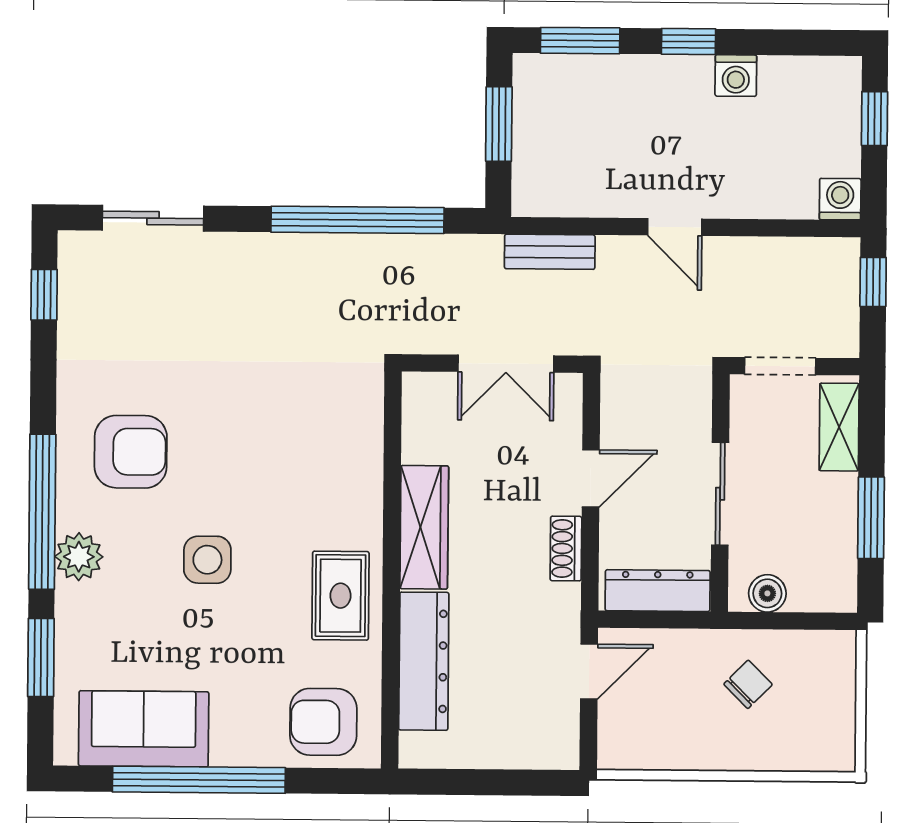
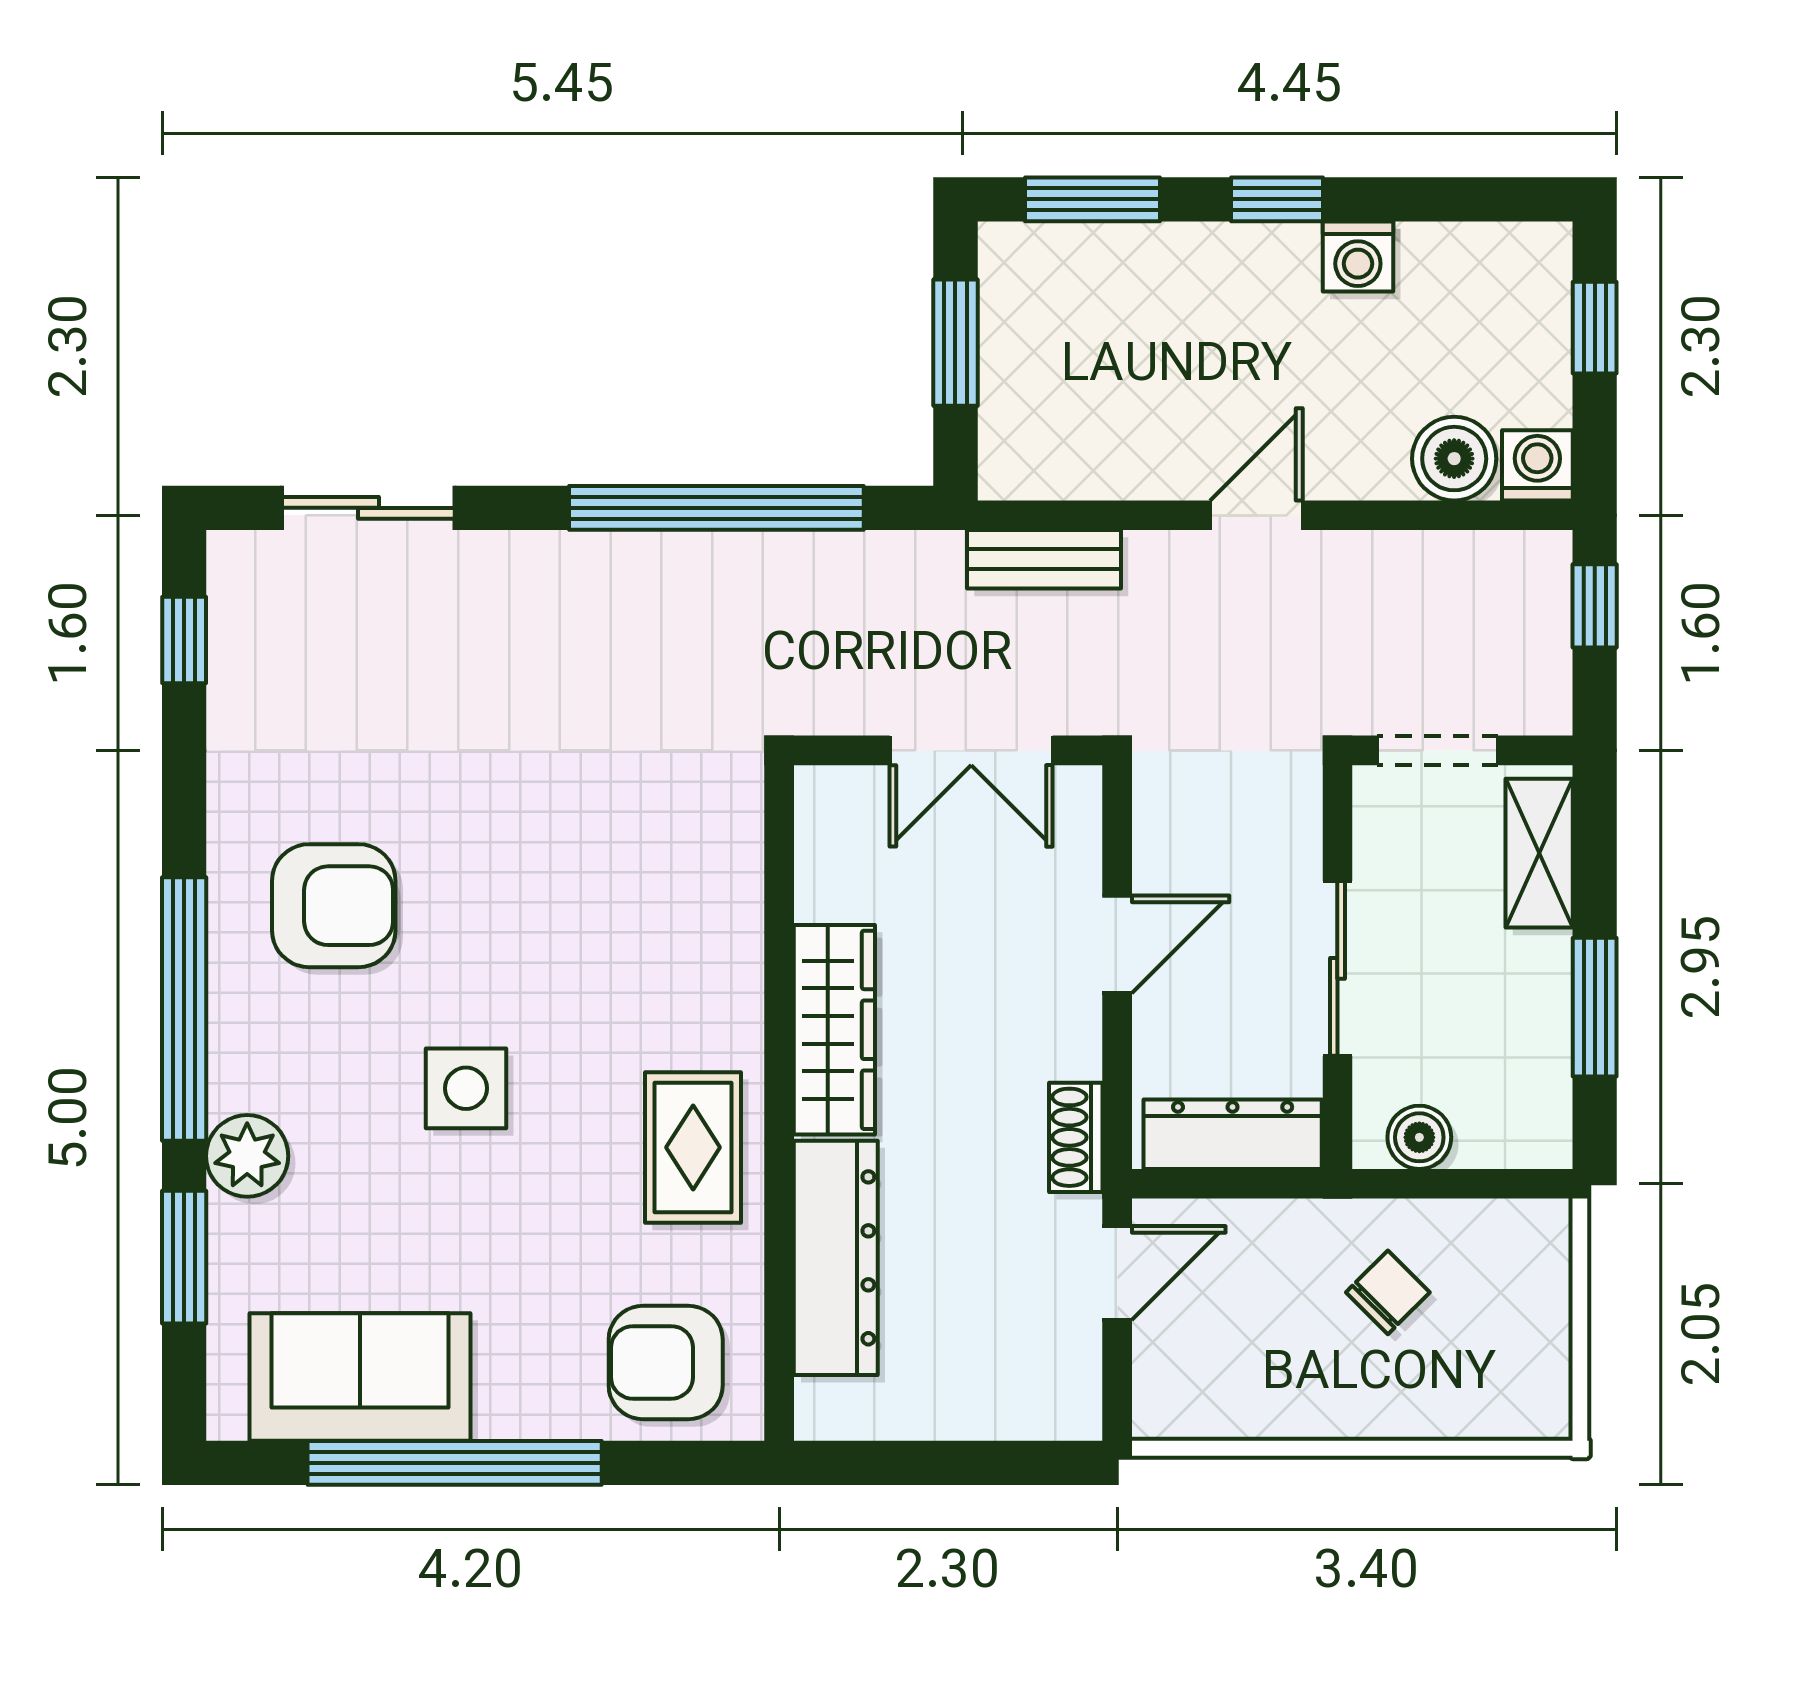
boiler: (791, 195) -> (1454, 459), added
door: (675, 227) -> (1256, 515), swing flipped
shoe rack: (566, 548) -> (1076, 1137), moved
plant: (79, 557) -> (247, 1156), moved

